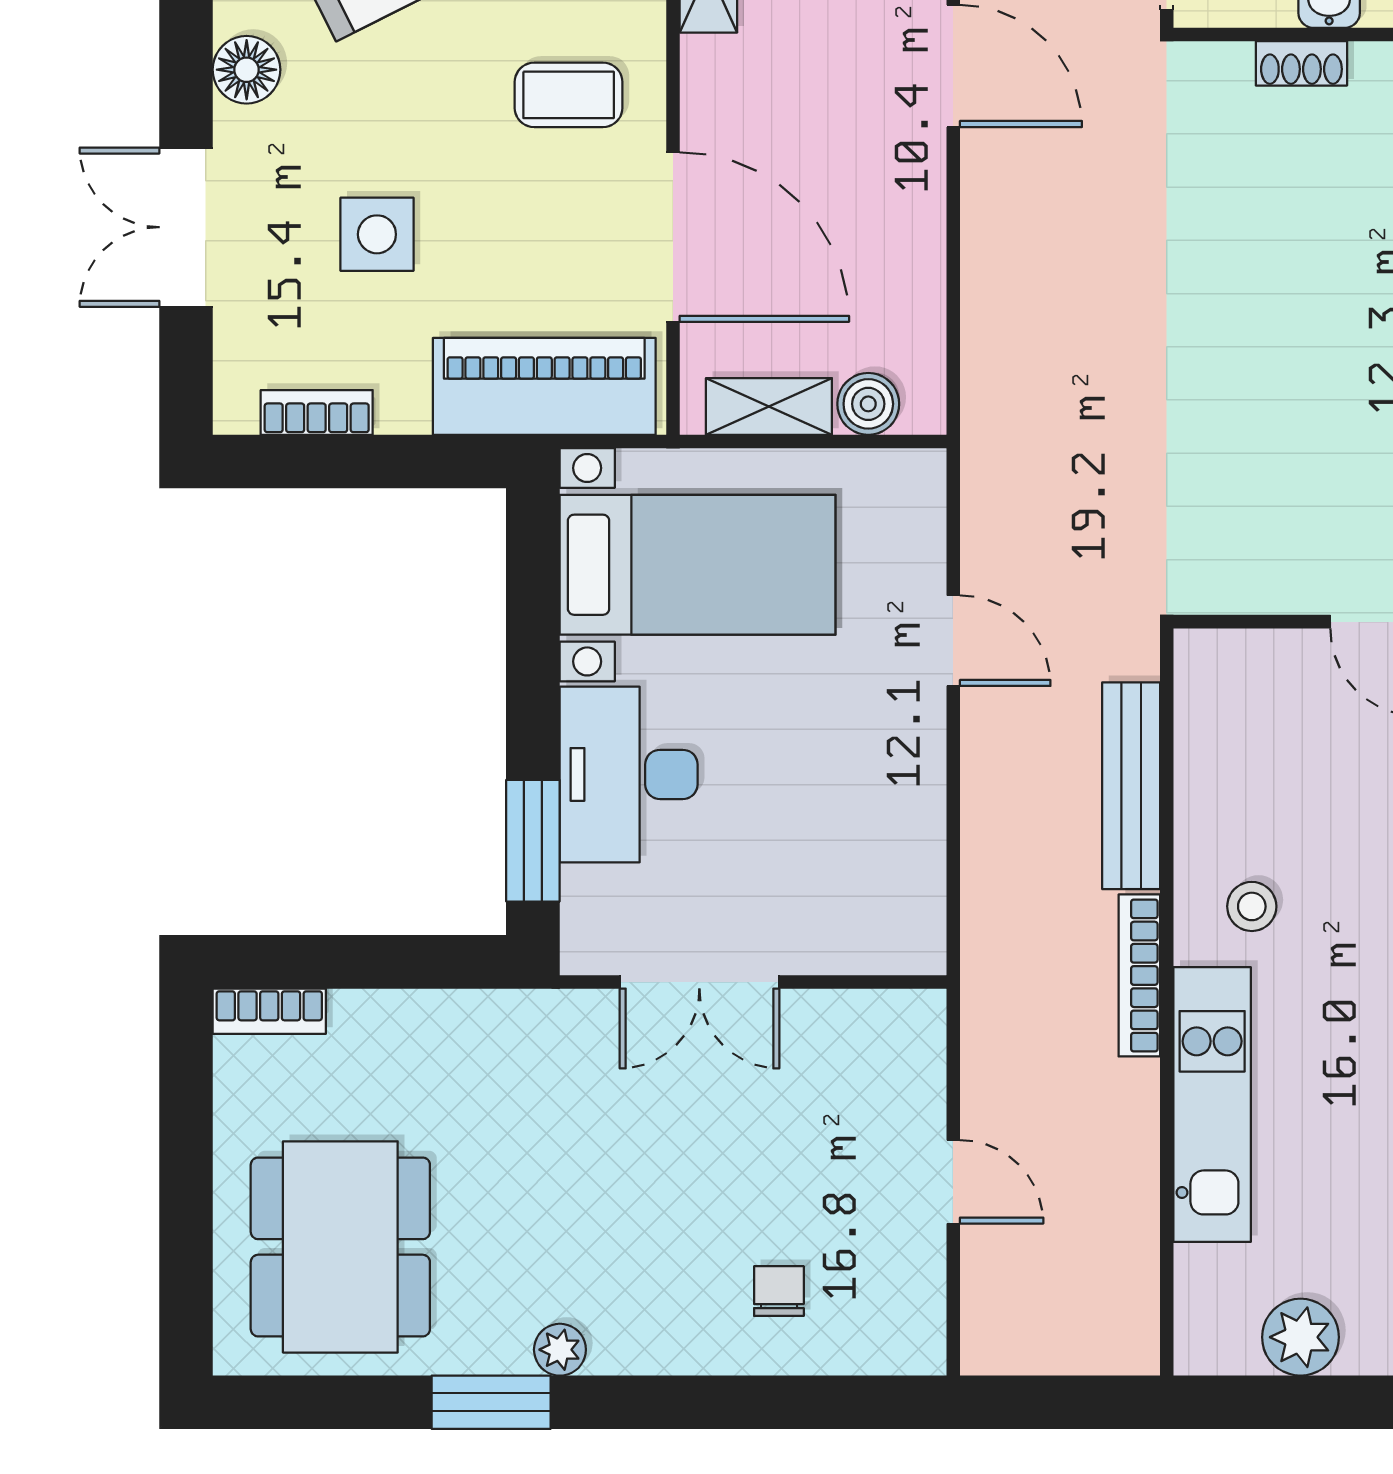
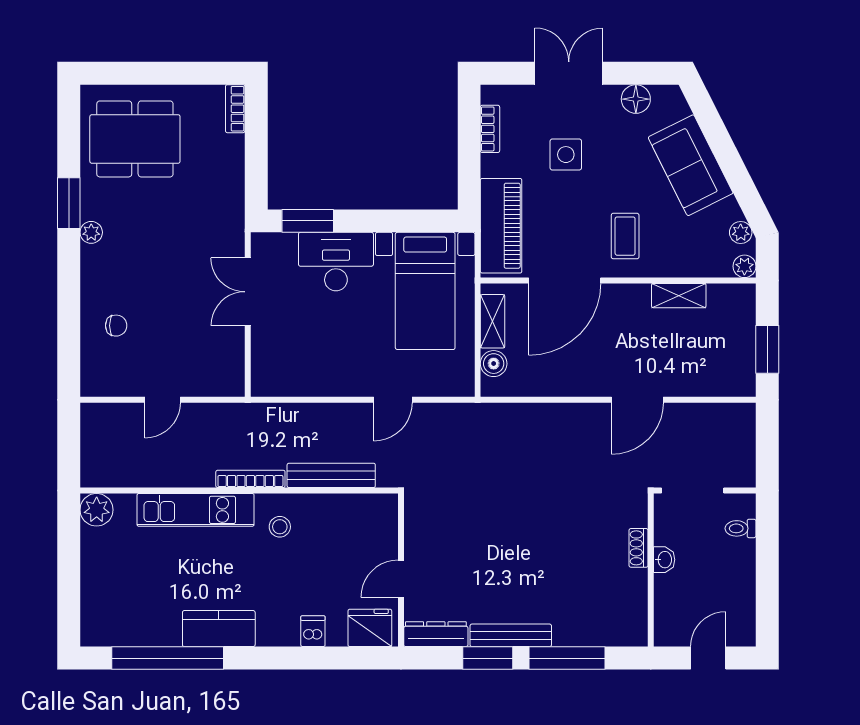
plant: (1301, 1337) -> (97, 510), moved

